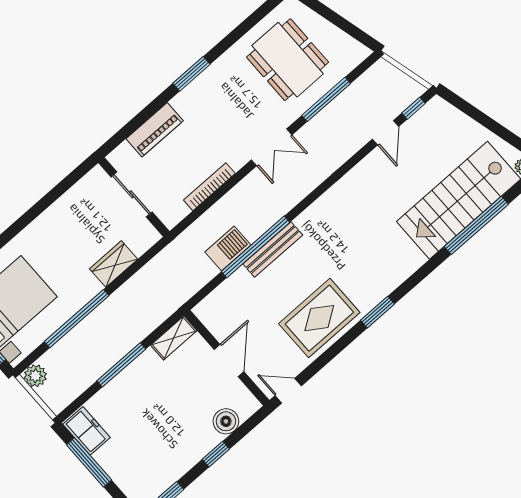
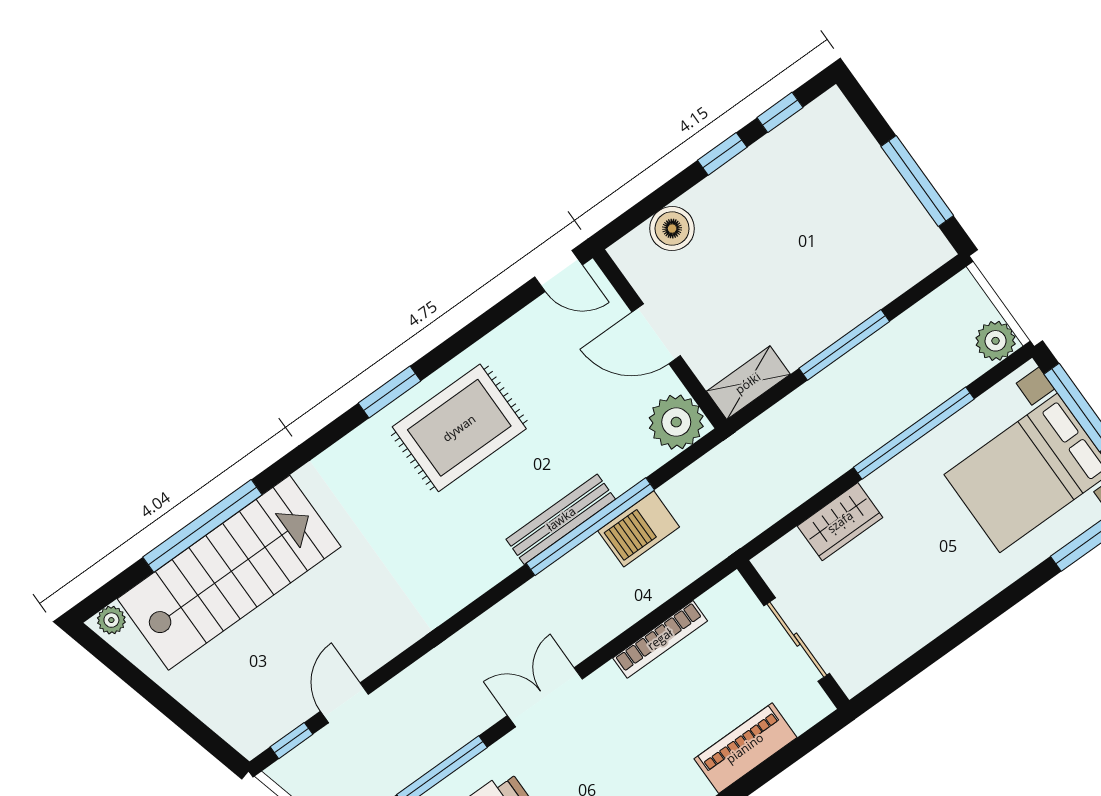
plant: (213, 311) -> (676, 422), added
rug: (319, 318) -> (459, 428), moved
door: (229, 360) -> (656, 334), hinge flipped
freezer: (86, 431) -> (916, 236), removed
window: (216, 454) -> (722, 154), moved

